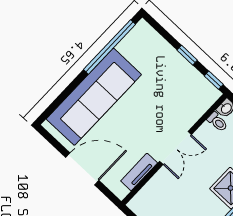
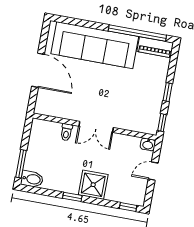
piano: (135, 38) -> (155, 47), added
toilet: (217, 122) -> (66, 132), moved
tv unit: (139, 172) -> (62, 112), removed

